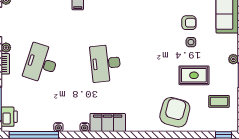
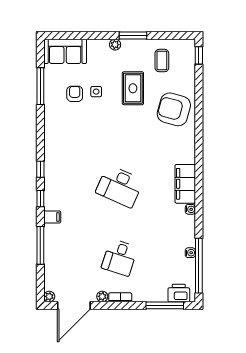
desk: (41, 63) -> (120, 258), width x0.73
desk: (105, 63) -> (120, 186), turned 30
water cooler: (58, 127) -> (190, 253), moved

